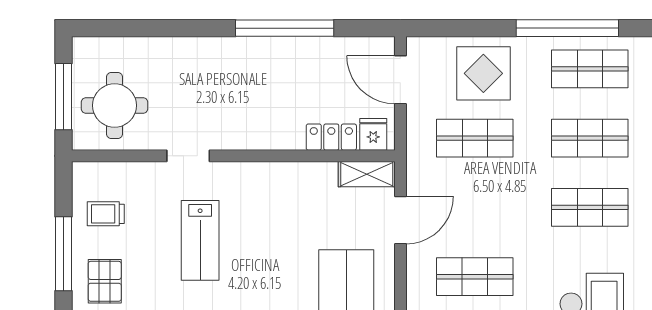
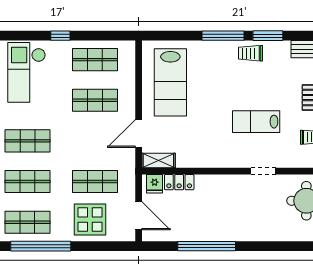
lab bench: (200, 240) -> (256, 122), turned -90

